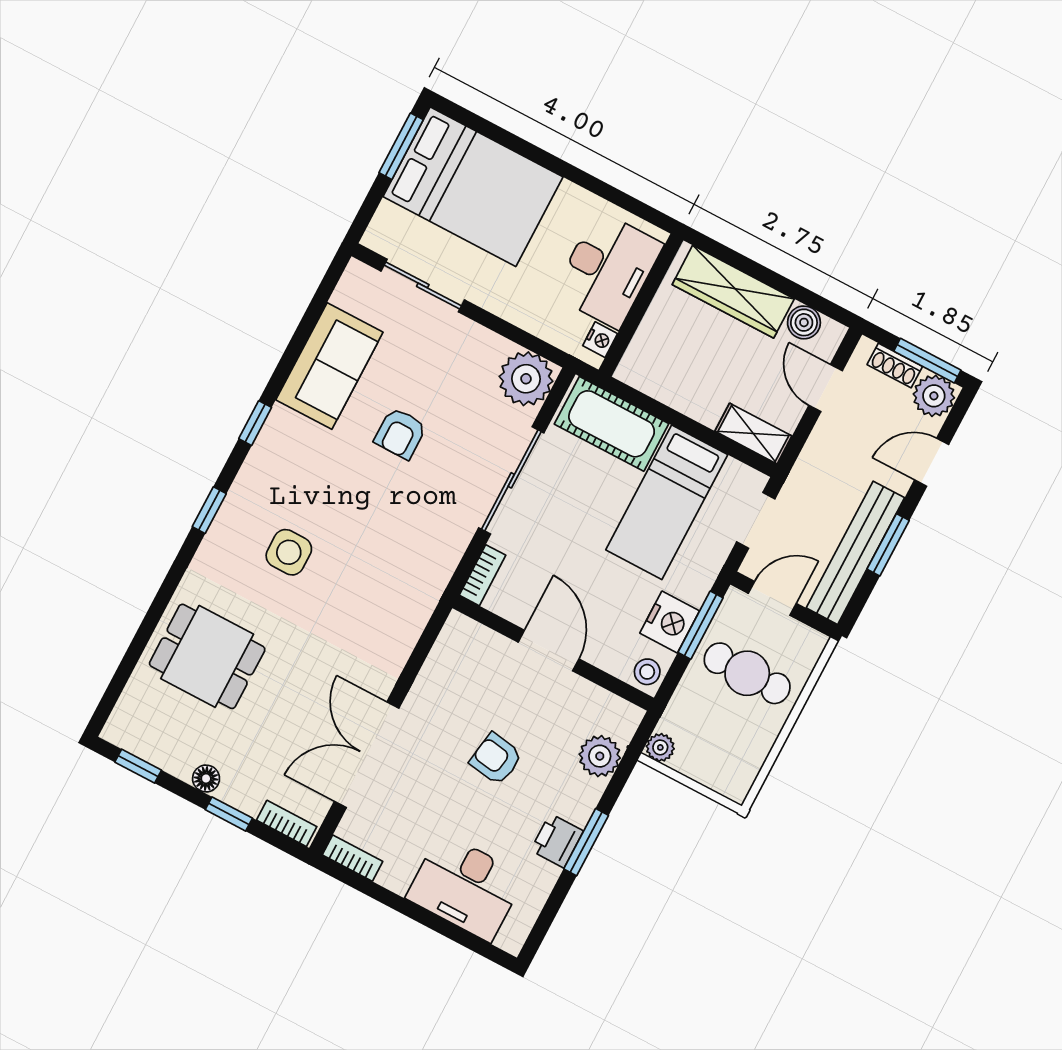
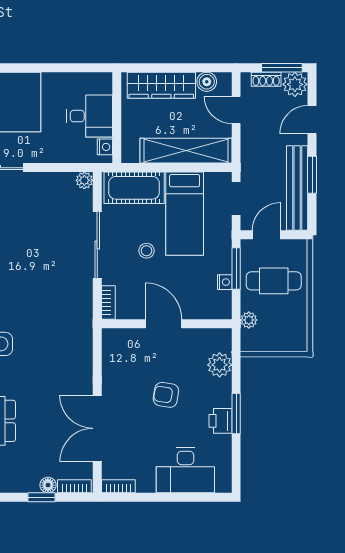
desk: (608, 269) -> (90, 116), width x0.73
plant: (526, 379) -> (84, 180), width x0.53, depth x0.53
armchair: (400, 433) -> (26, 251), removed
shelving: (753, 434) -> (186, 151), width x2.20, depth x1.33
nightstand: (670, 622) -> (225, 282), width x0.53, depth x0.56
stool: (647, 672) -> (146, 251), moved
plant: (660, 747) -> (249, 320), moved
floor lamp: (206, 778) -> (48, 485), moved

